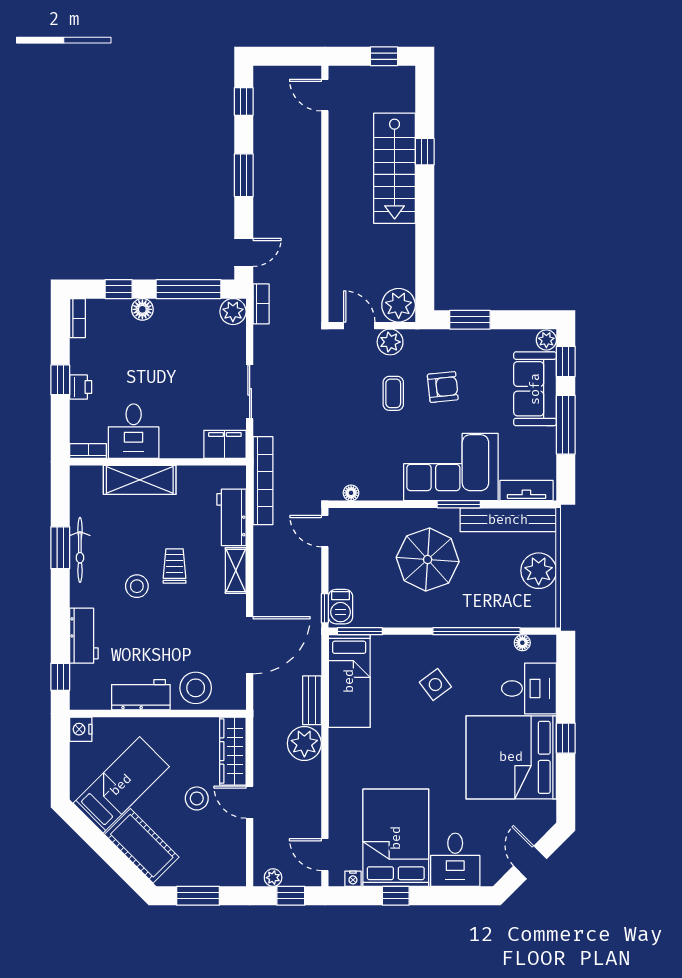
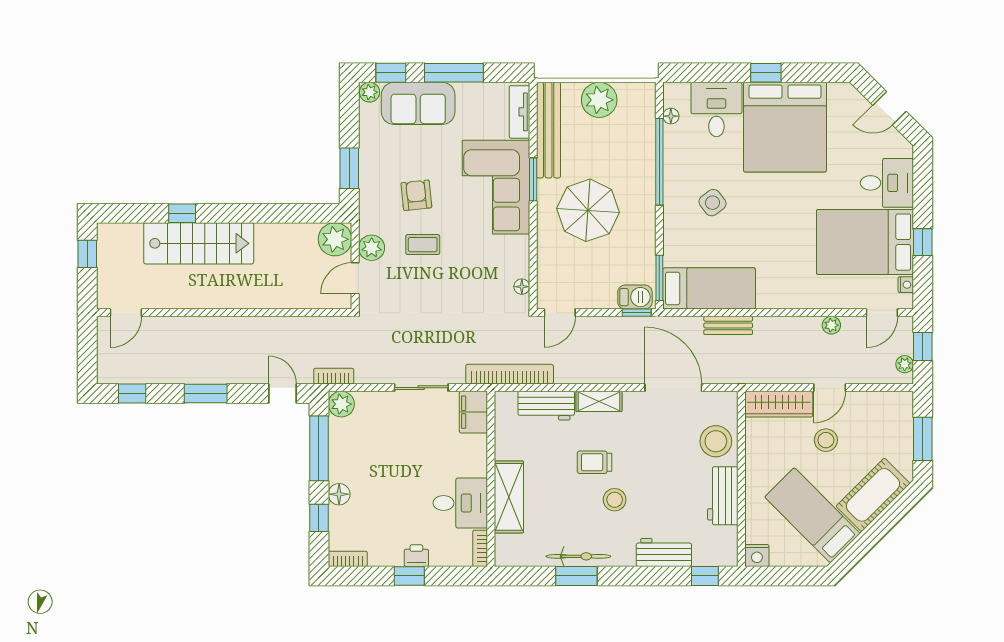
plant: (304, 743) -> (831, 325), moved, width x0.53, depth x0.53

